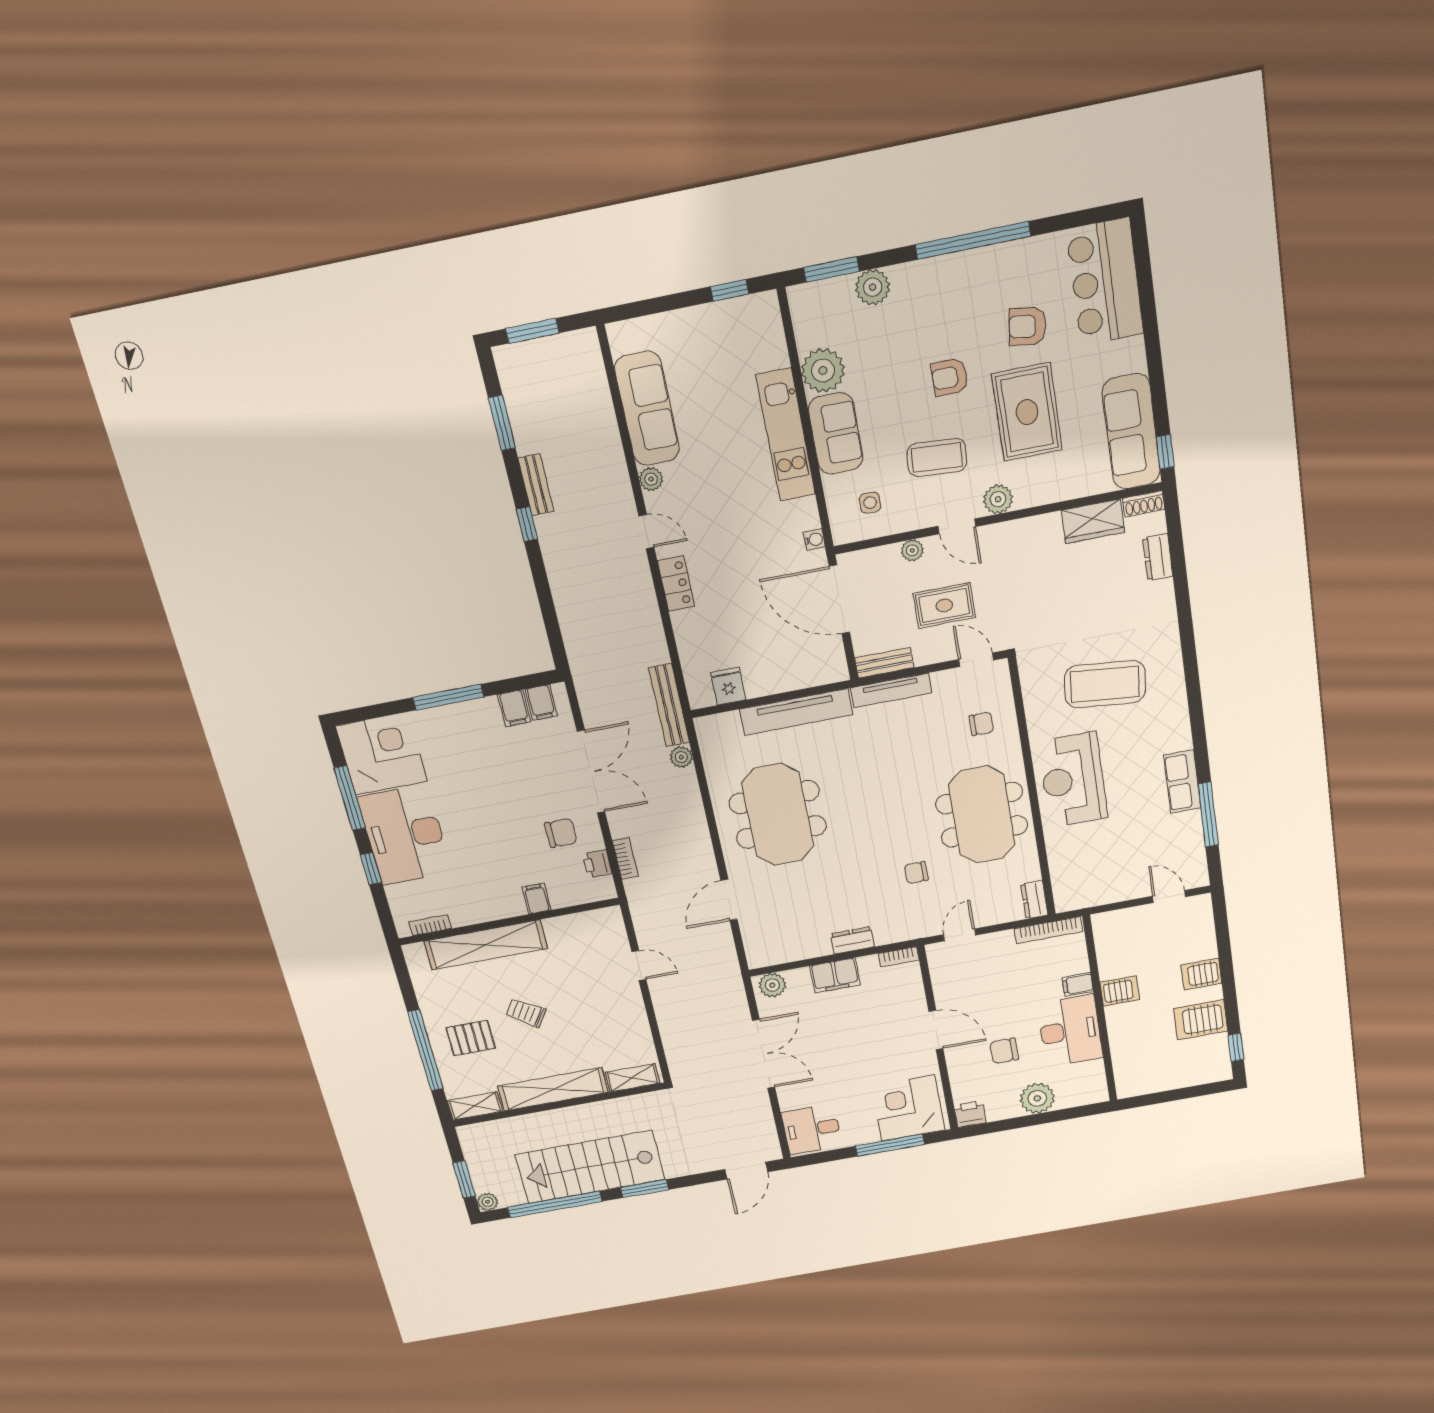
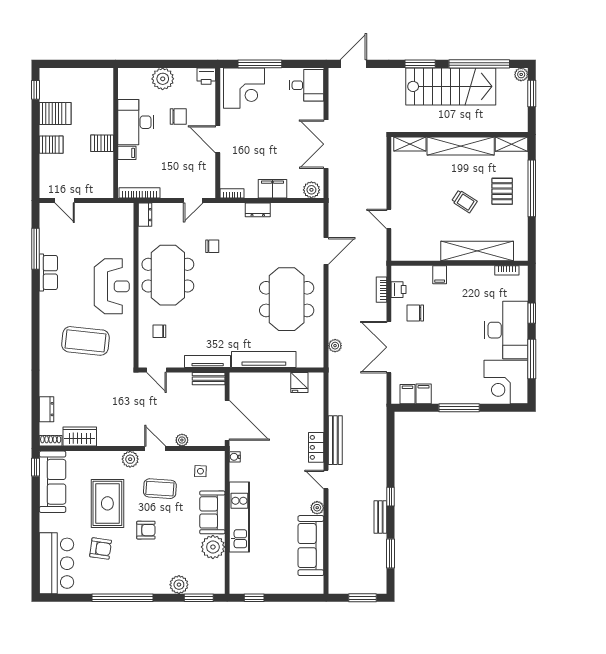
rug: (944, 605) -> (169, 405), removed
bench: (669, 705) -> (335, 440), moved
pallet: (471, 1038) -> (502, 191), turned 90

